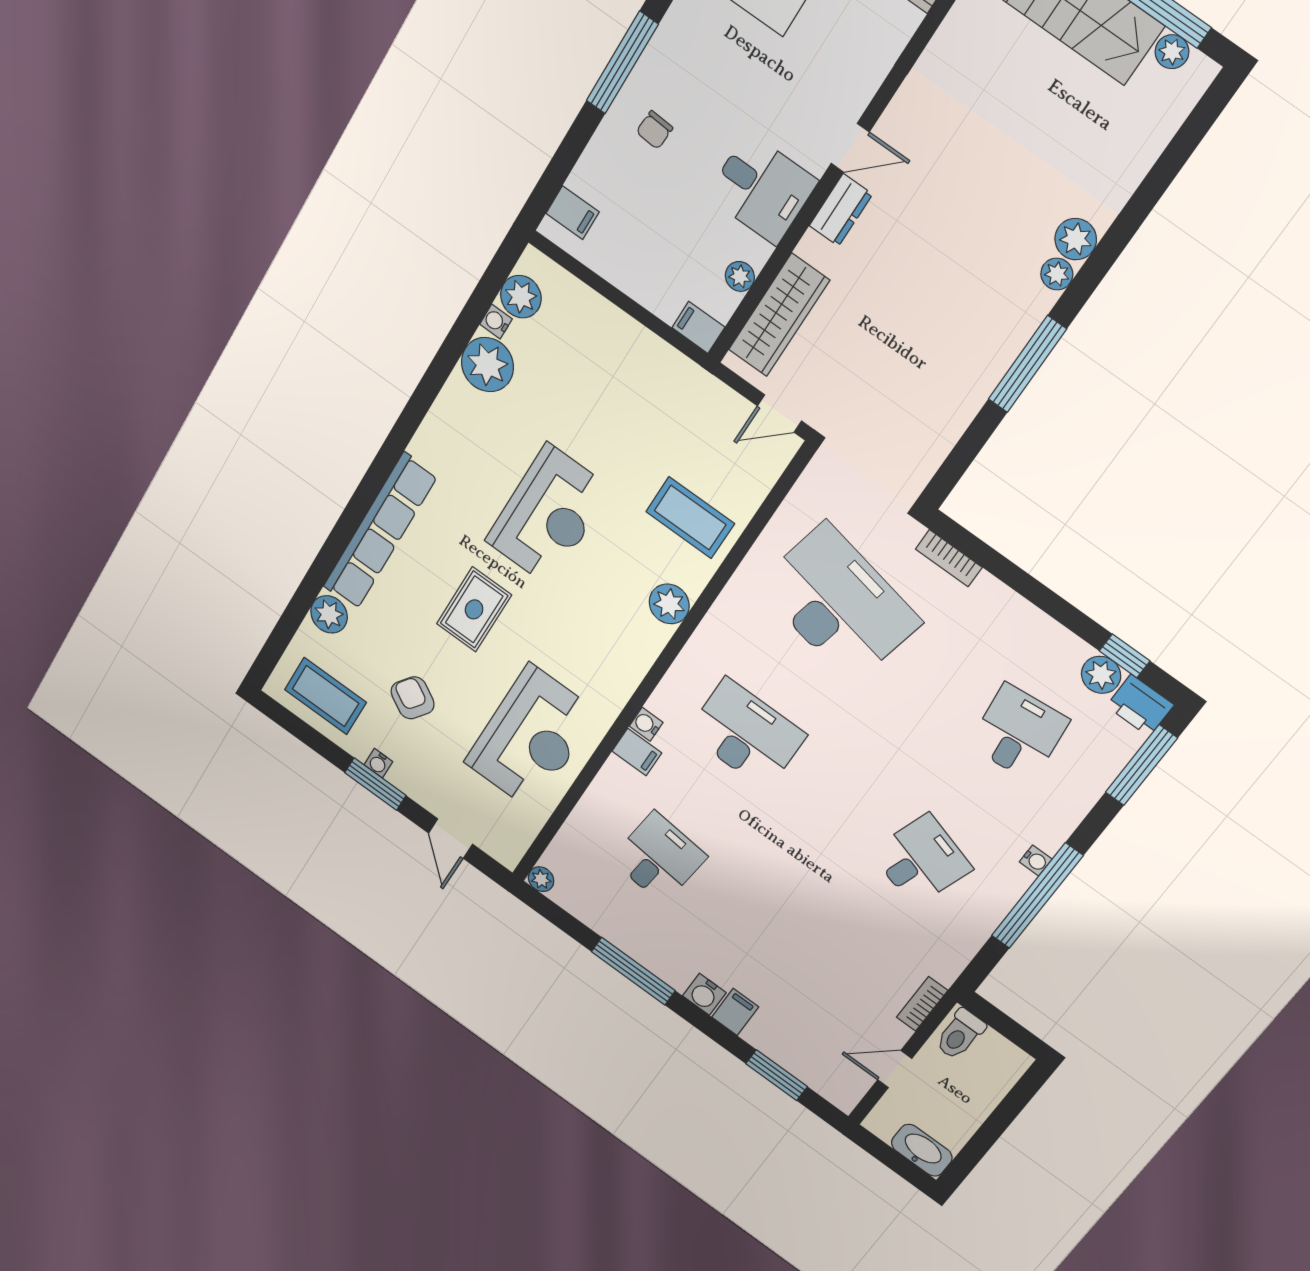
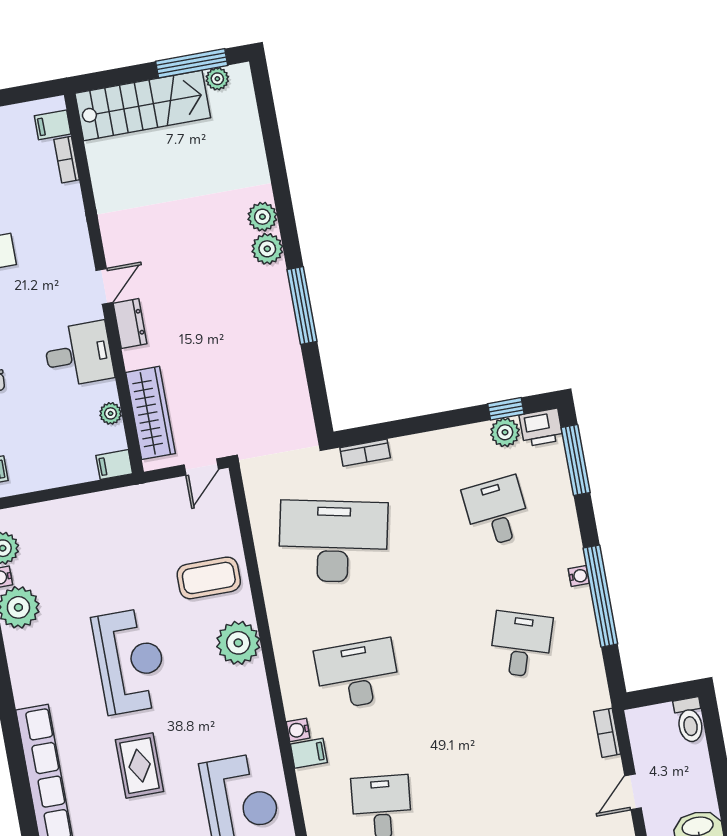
plant: (1057, 274) -> (267, 249), width x1.38, depth x1.38
plant: (669, 604) -> (238, 643), width x1.36, depth x1.36
toilet: (960, 1034) -> (689, 720), moved

